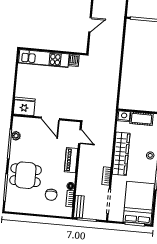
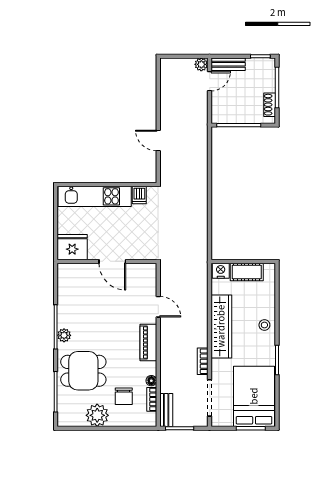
door: (90, 25) -> (158, 140), swing flipped
fridge: (24, 106) -> (72, 247), moved
wall: (47, 118) -> (107, 261), moved
door: (50, 118) -> (112, 261), moved
plant: (16, 136) -> (64, 335), moved
plant: (32, 206) -> (97, 415), added

